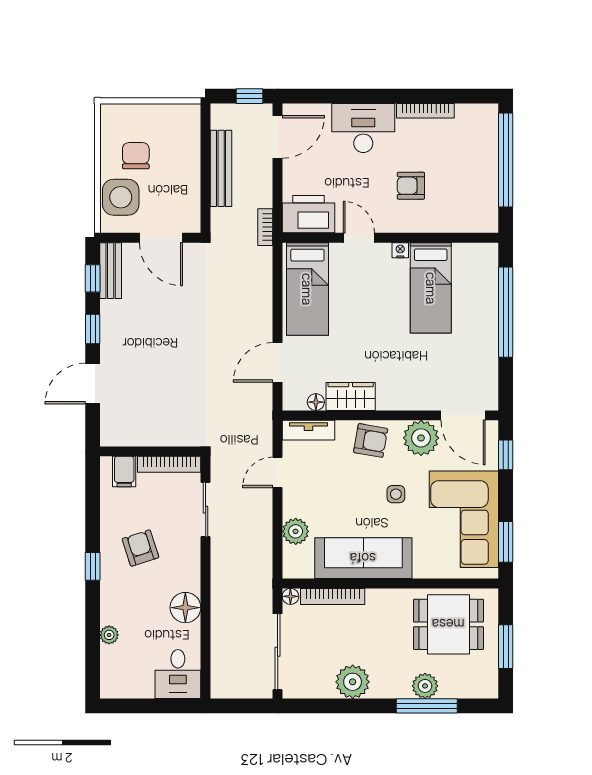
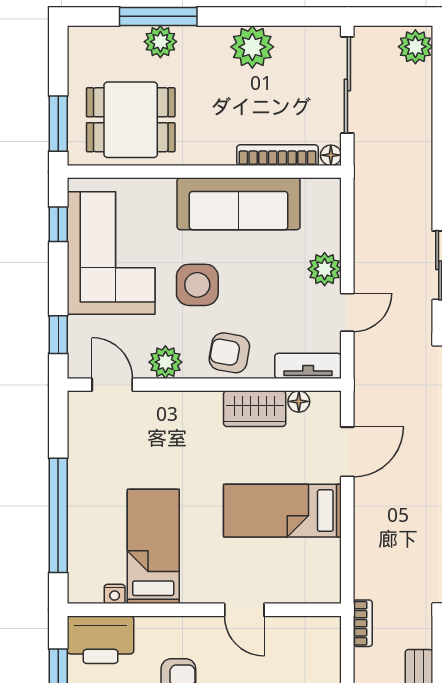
printer: (308, 214) -> (100, 640), moved
nightstand: (400, 250) -> (115, 594), moved
bed: (307, 289) -> (282, 511), moved, turned -90
door: (463, 415) -> (112, 385), width x0.73
plant: (421, 438) -> (165, 362), width x0.73, depth x0.73
side table: (396, 494) -> (197, 285), width x1.87, depth x1.87
plant: (296, 531) -> (325, 269), moved
window: (506, 542) -> (58, 224), width x0.67
window: (506, 647) -> (58, 124), moved
plant: (224, 682) -> (415, 47), added

